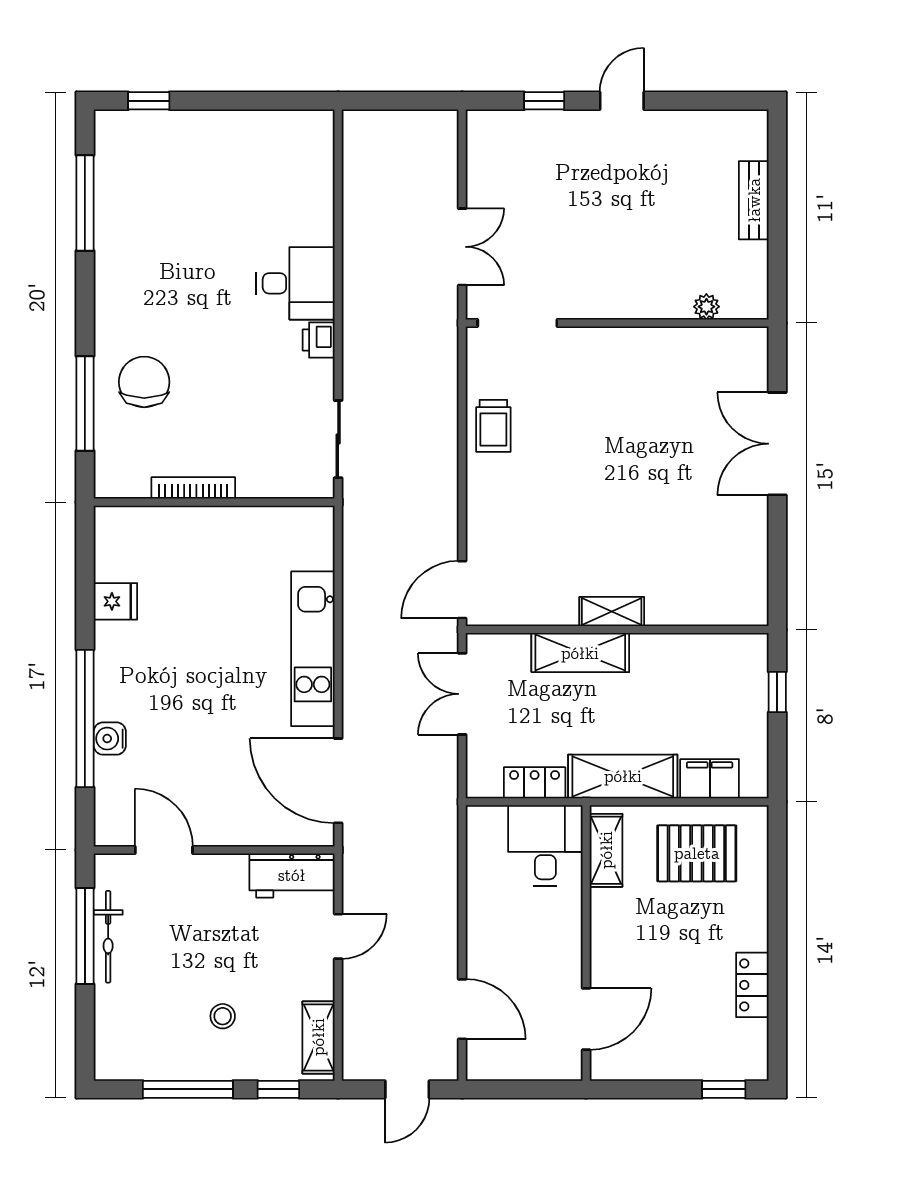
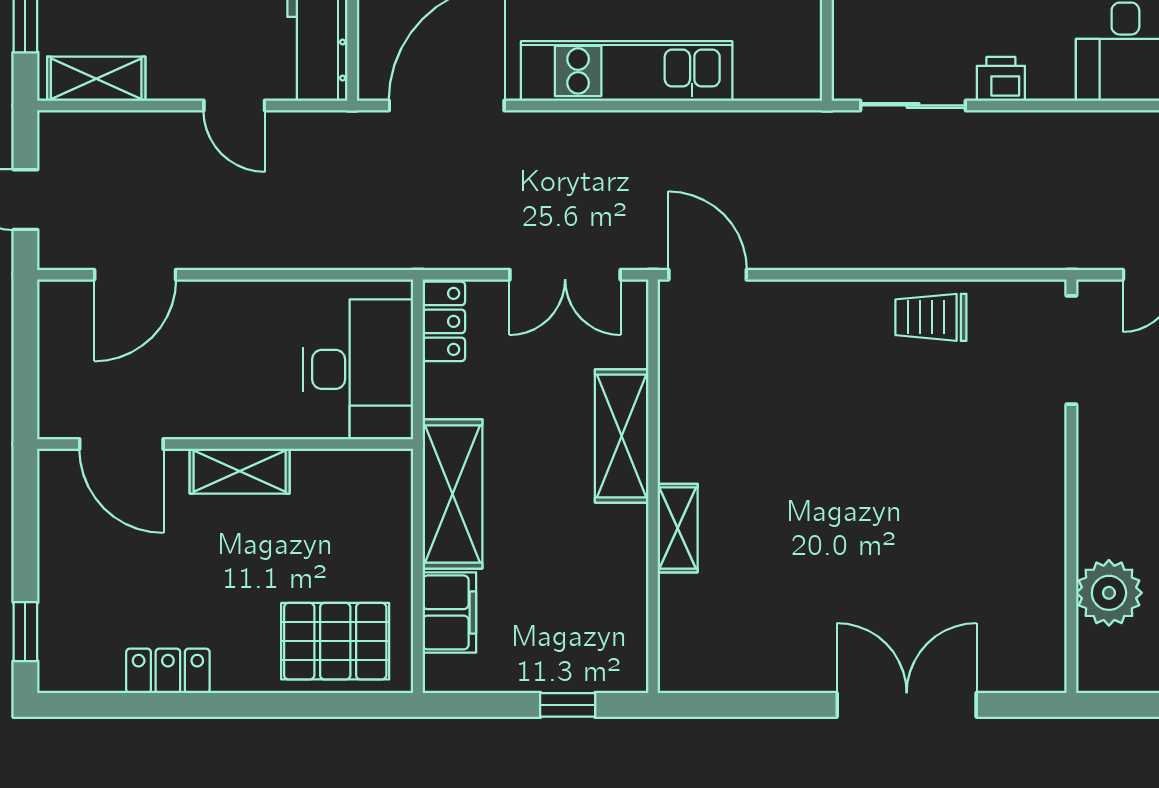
plant: (706, 307) -> (1109, 593), width x1.88, depth x1.88
printer: (319, 340) -> (1001, 79), moved
shelving: (612, 611) -> (678, 528), moved
double door: (462, 694) -> (565, 275), swing flipped
locker: (535, 783) -> (444, 321), moved
desk: (545, 845) -> (358, 369), width x1.37
shelving: (606, 850) -> (240, 471), moved
pallet: (697, 853) -> (335, 641), moved, turned 90

